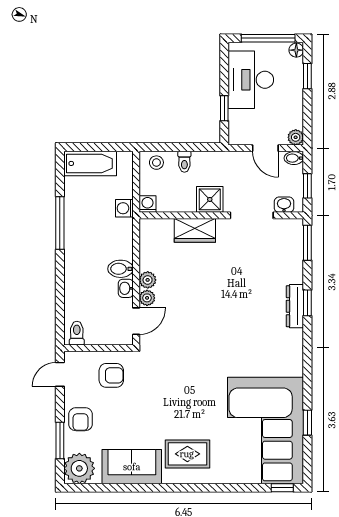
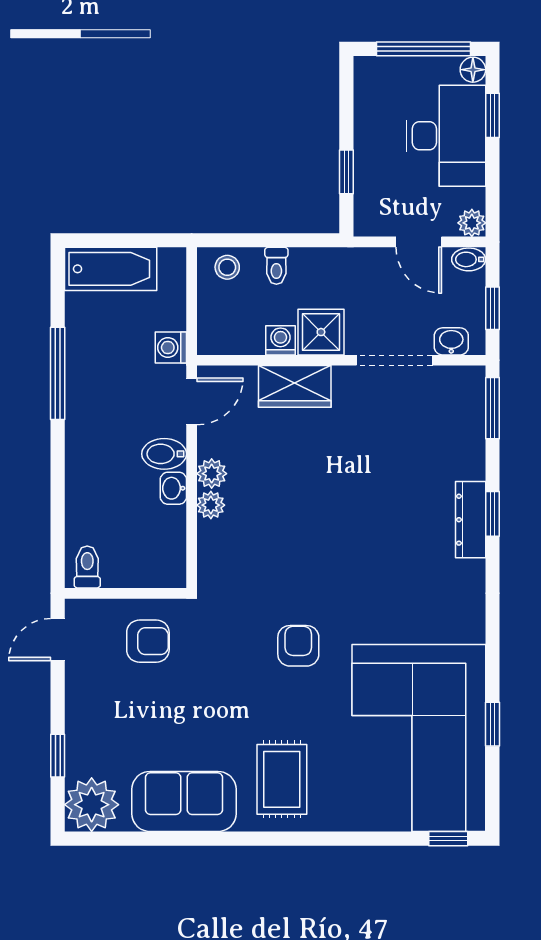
desk: (251, 80) -> (446, 136), moved, turned 180
washing machine: (148, 204) -> (280, 340), moved
door: (136, 321) -> (192, 401), moved
armchair: (81, 419) -> (298, 646), moved, turned 180
window: (60, 441) -> (58, 756), width x0.67
rug: (187, 454) -> (282, 779), turned 90

